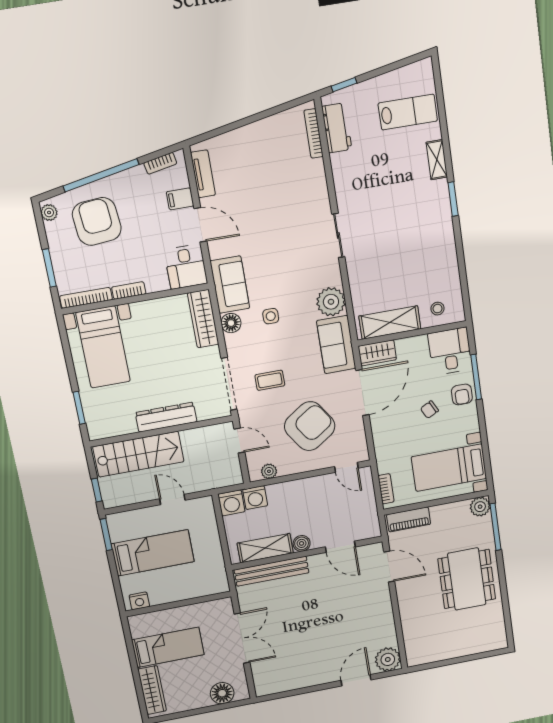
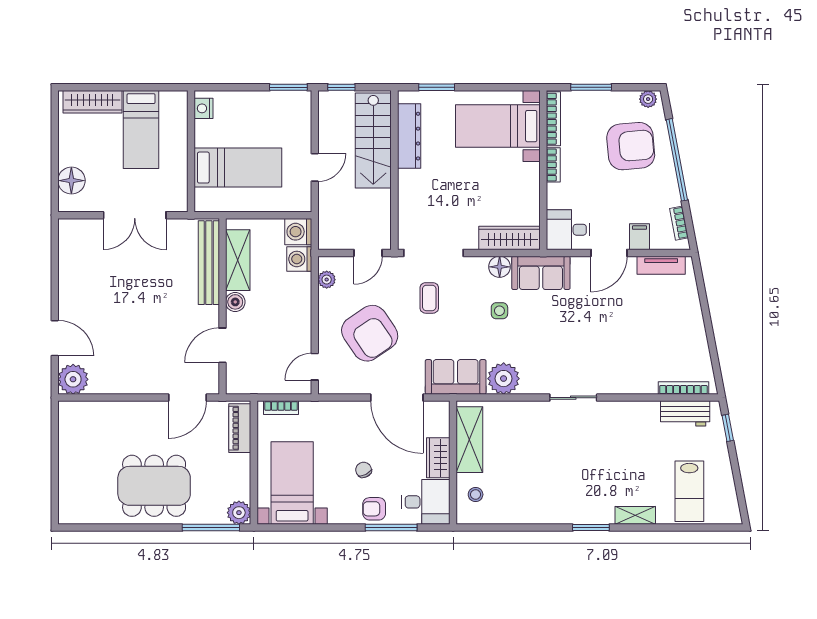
wardrobe: (377, 353) -> (438, 458), moved
dresser: (166, 417) -> (409, 136), moved
bed: (153, 553) -> (238, 168), moved, turned -90

